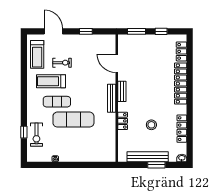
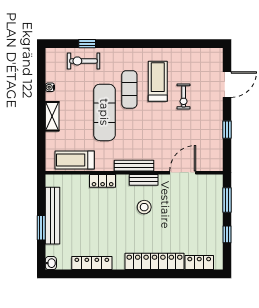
treadmill: (37, 54) -> (75, 160), moved
stool: (151, 125) -> (144, 207), moved
shelving: (76, 157) -> (52, 116), added

